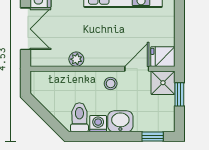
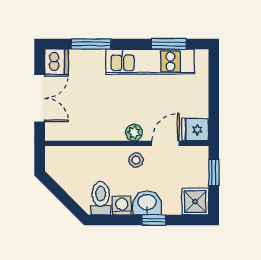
plant: (76, 59) -> (134, 133), moved
shower: (163, 83) -> (195, 202), moved
window: (153, 137) -> (154, 220), moved

